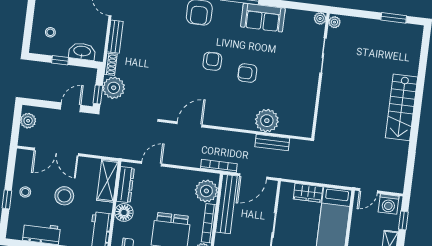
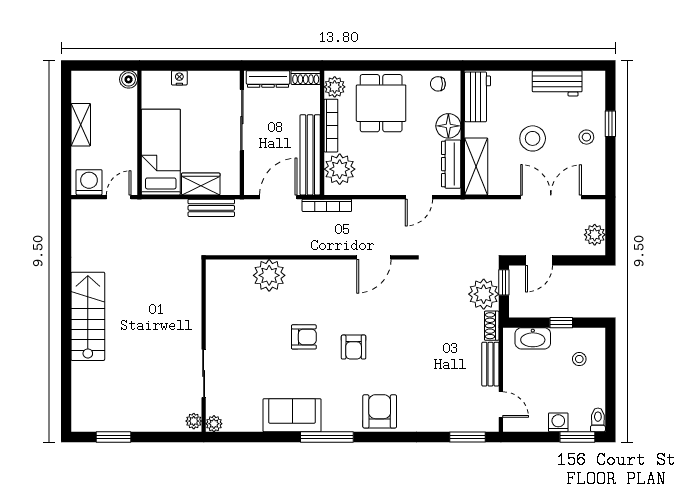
bench: (272, 143) -> (211, 208), moved
window: (403, 221) -> (66, 162), removed

